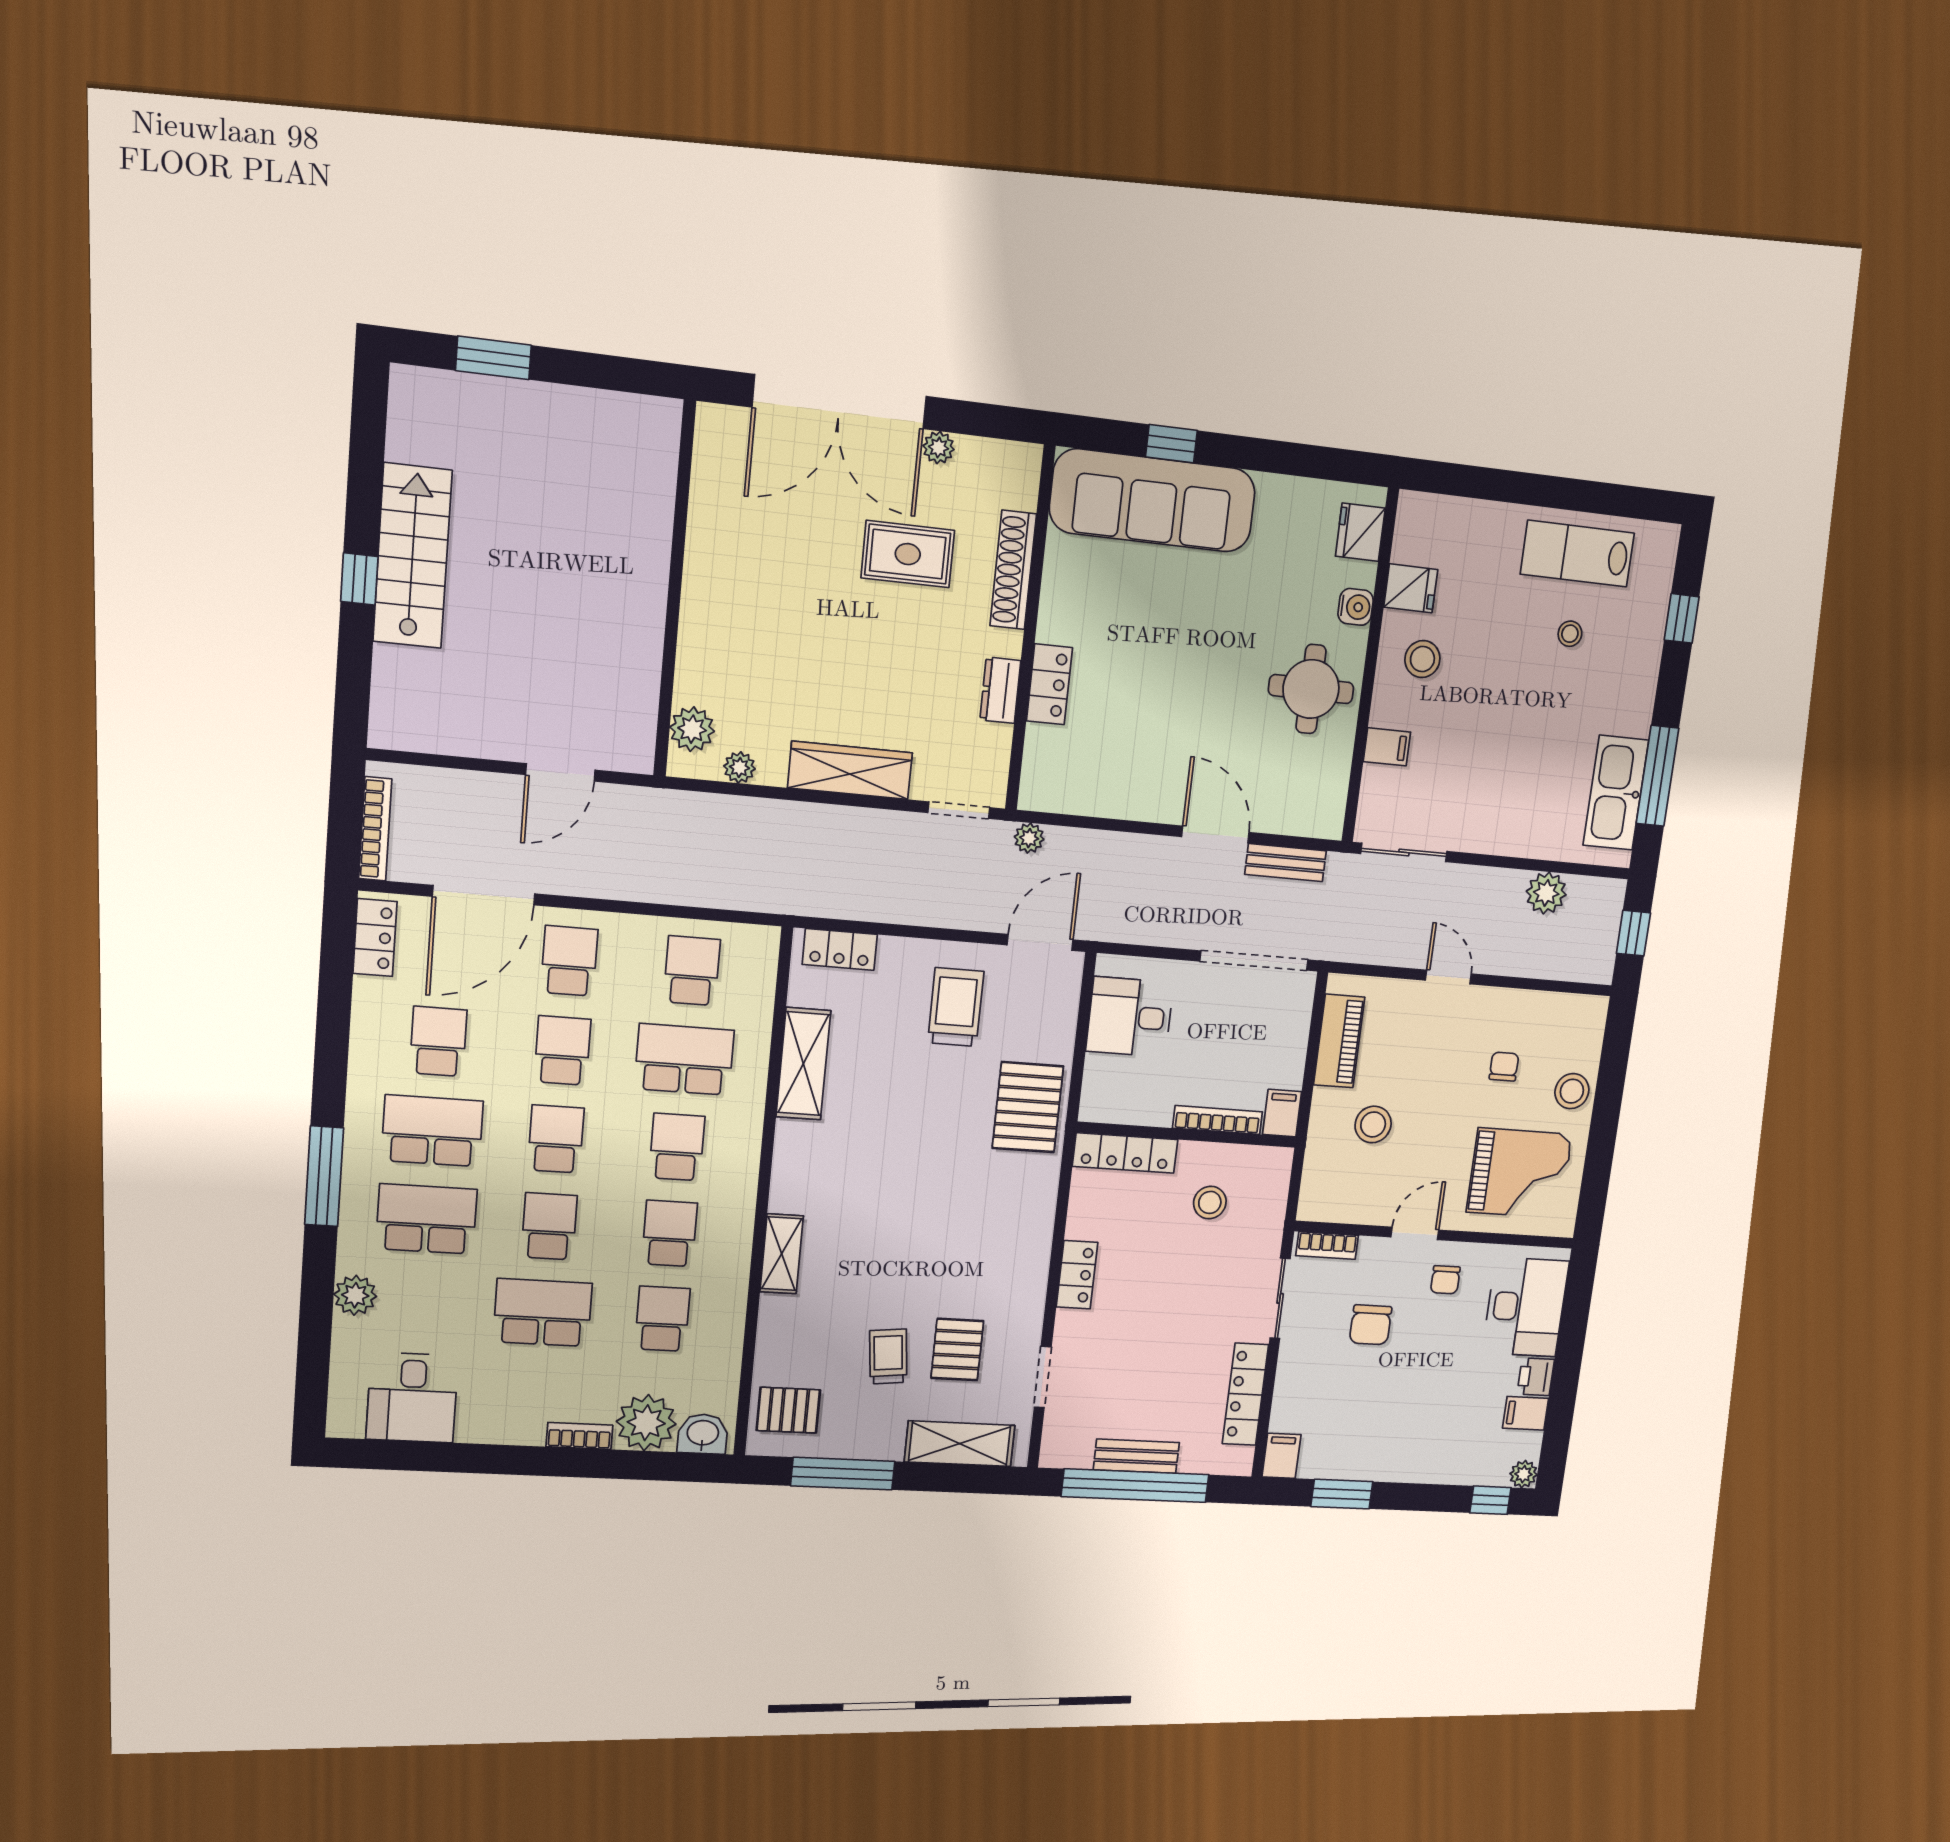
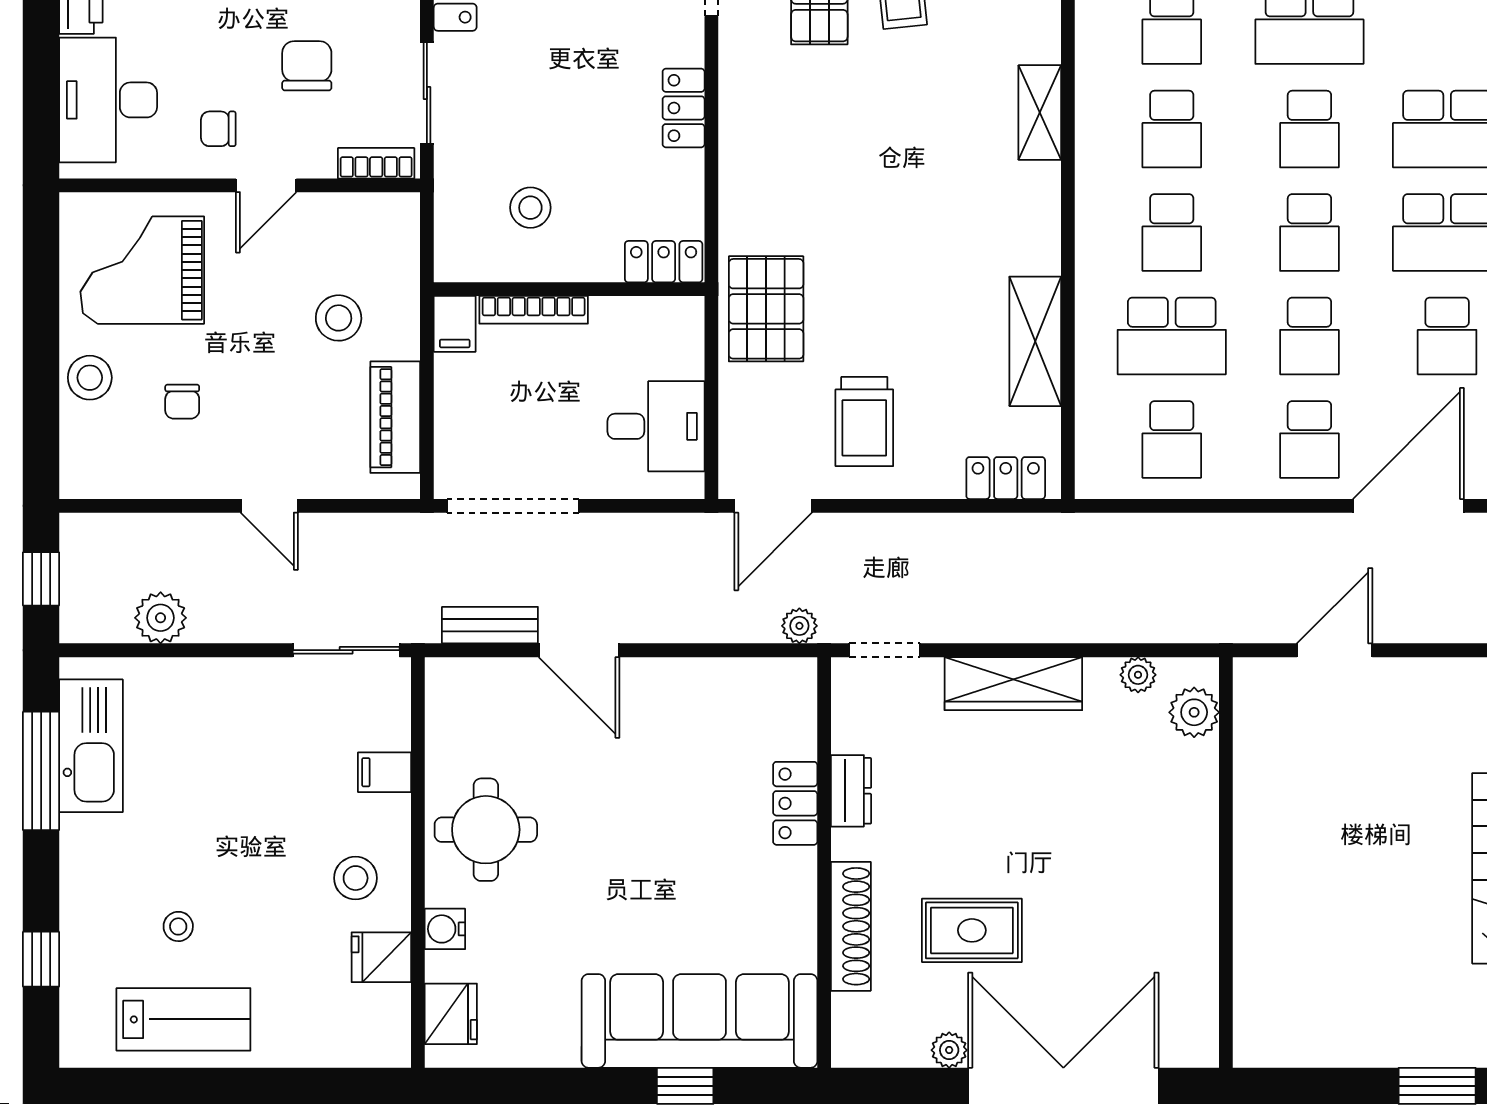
locker: (1125, 1153) -> (664, 262), width x0.66
chair: (1445, 1280) -> (218, 129), turned -90

